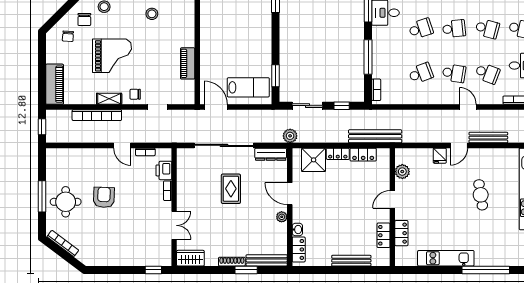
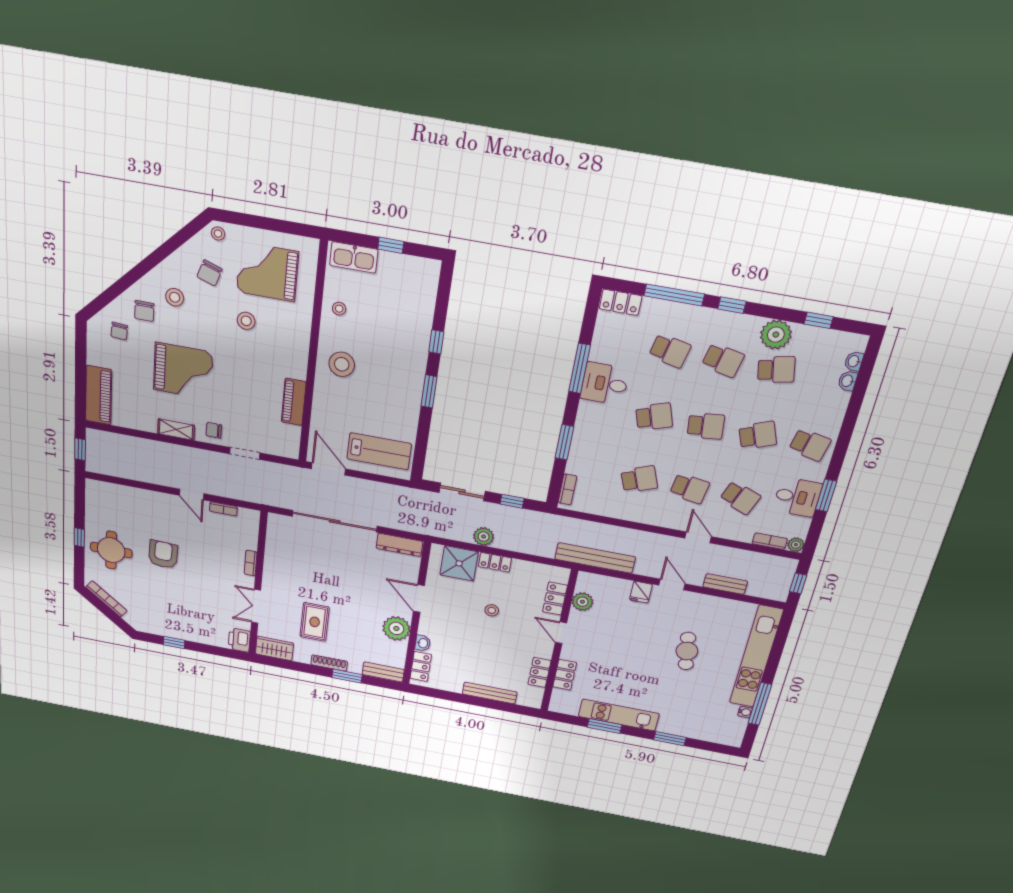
school desk: (487, 29) -> (758, 435), turned -36
stool: (217, 31) -> (342, 364), added
window: (368, 57) -> (564, 442), width x0.69
window: (276, 76) -> (429, 391), moved
bookcase: (97, 115) -> (158, 448), removed
plant: (290, 136) -> (484, 537), moved
bench: (375, 136) -> (595, 558), moved
bench: (488, 138) -> (725, 584), width x0.73
door: (459, 145) -> (672, 585), swing flipped
locker: (363, 155) -> (555, 599), moved, turned 90
printer: (164, 170) -> (239, 640), moved
rug: (231, 189) -> (315, 622), moved
stool: (342, 192) -> (492, 610), added
window: (42, 196) -> (79, 537), width x0.46
door: (392, 199) -> (561, 633), hinge flipped
plant: (282, 217) -> (396, 628), width x1.88, depth x1.88
double door: (174, 225) -> (256, 606), swing flipped
bench: (267, 260) -> (383, 672), width x0.73
window: (153, 270) -> (174, 643), moved
window: (438, 270) -> (605, 726), added
window: (486, 270) -> (670, 739), width x0.47

